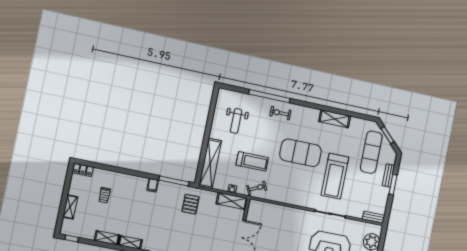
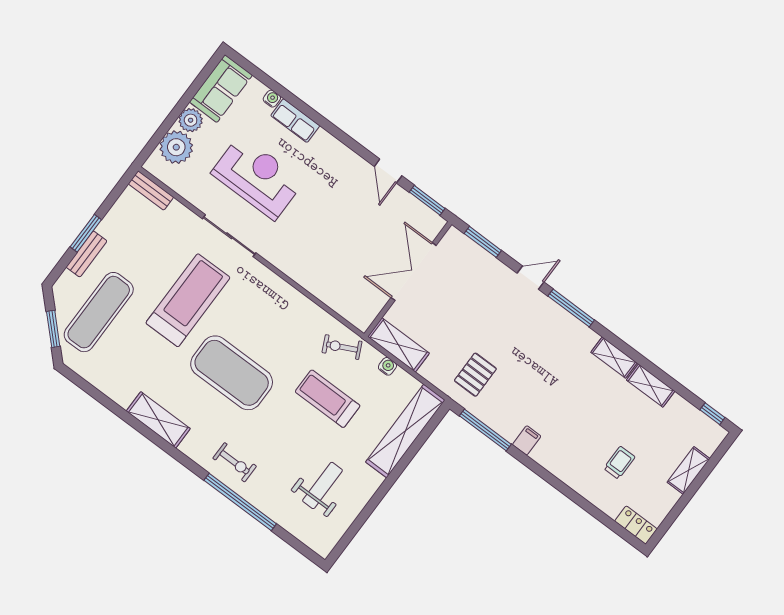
shelving: (335, 119) -> (158, 420), moved

